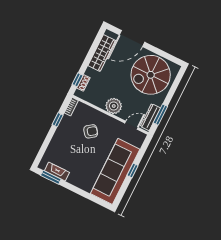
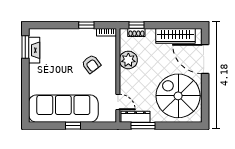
plant: (114, 106) -> (128, 60), moved

